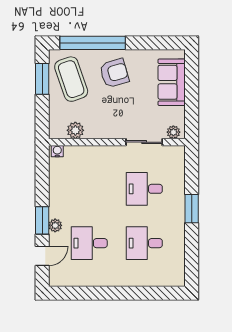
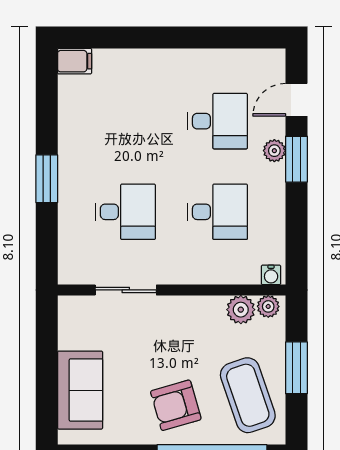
window: (42, 79) -> (296, 368), moved
plant: (173, 132) -> (268, 306), moved
desk: (144, 243) -> (218, 212), moved
filing cabinet: (175, 279) -> (75, 61), added

